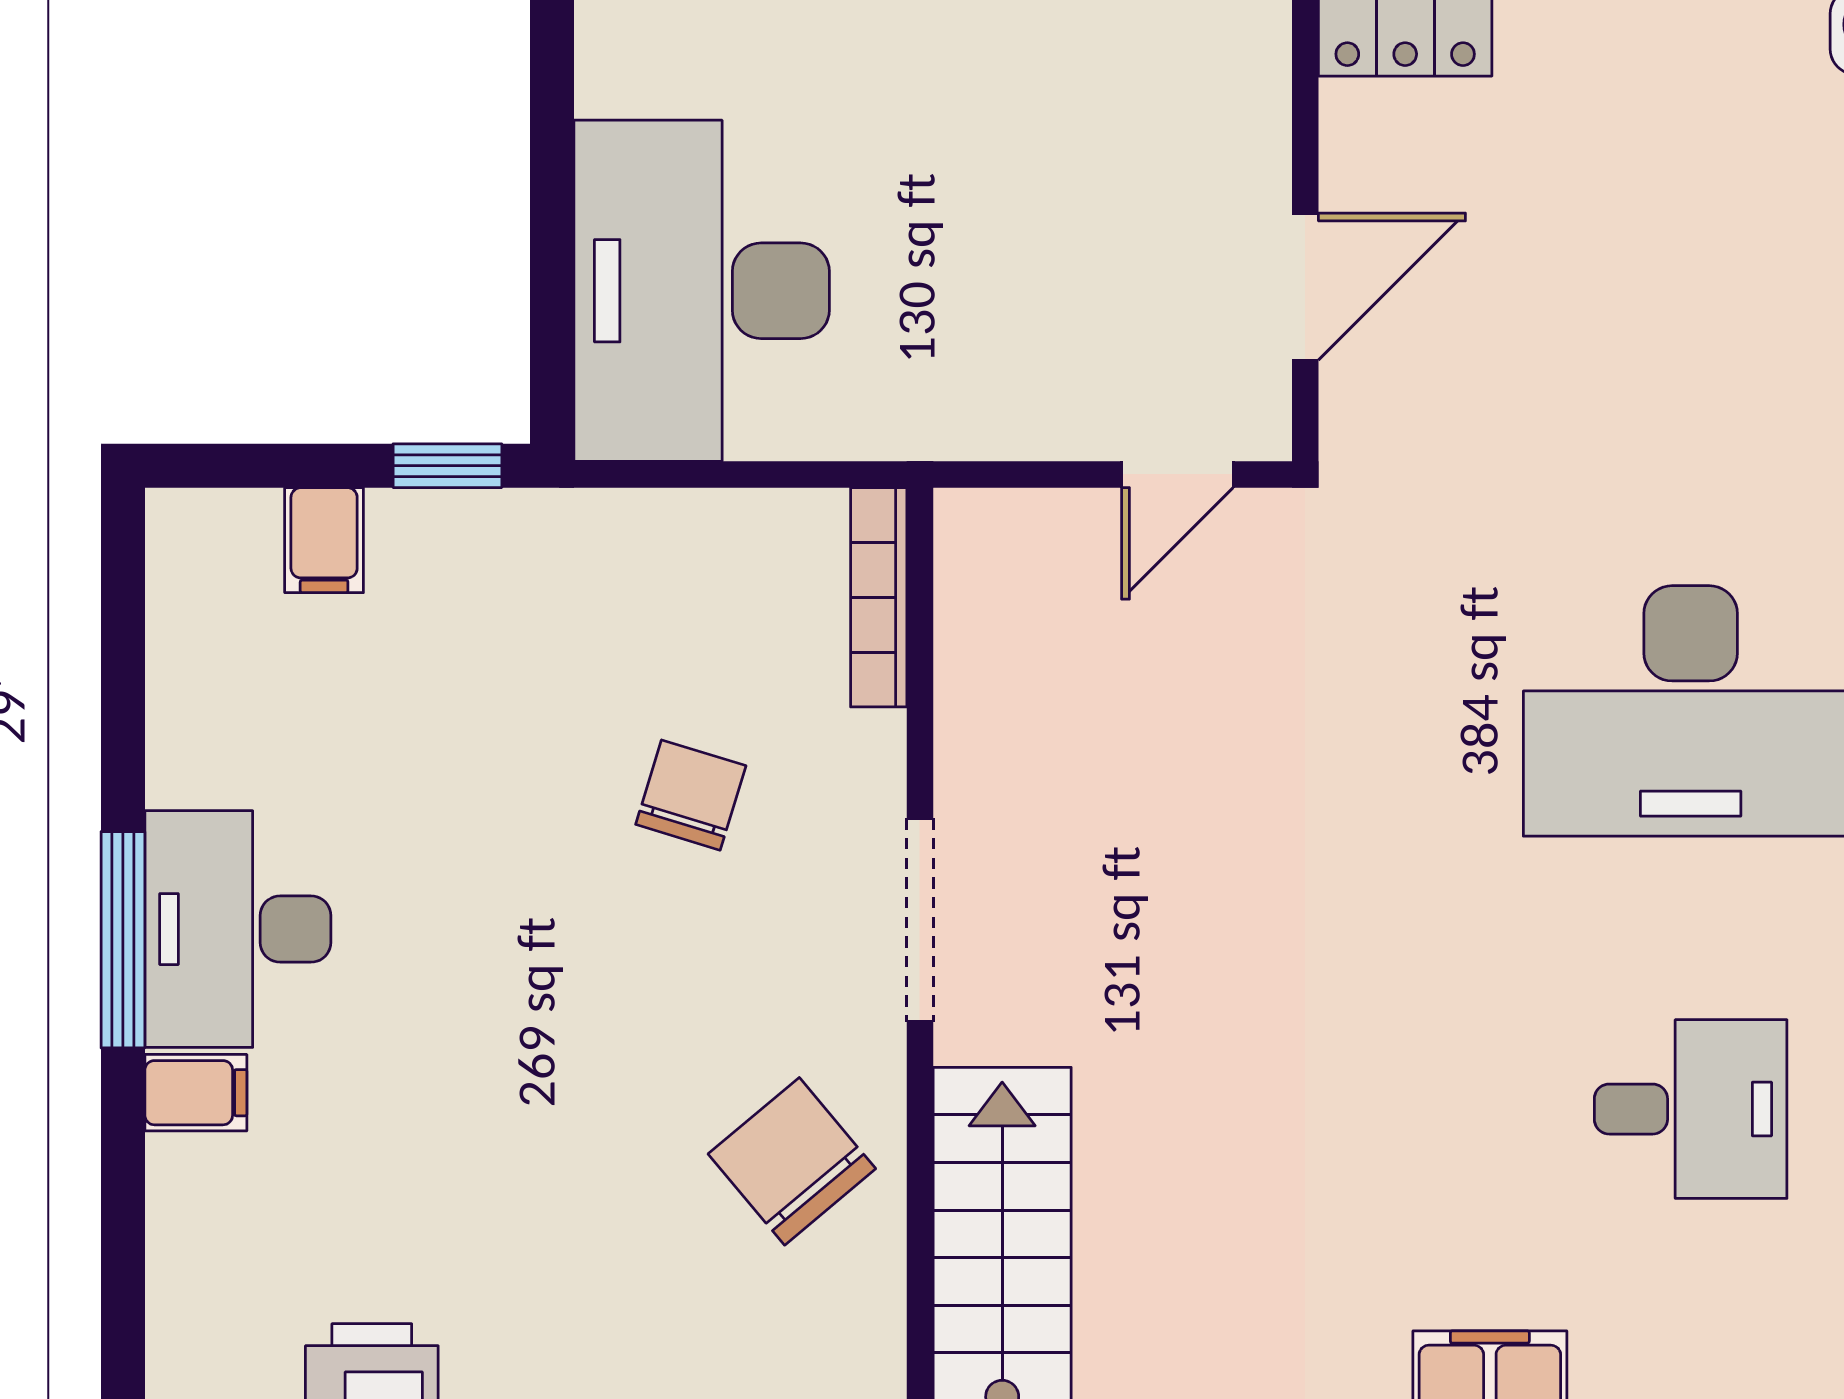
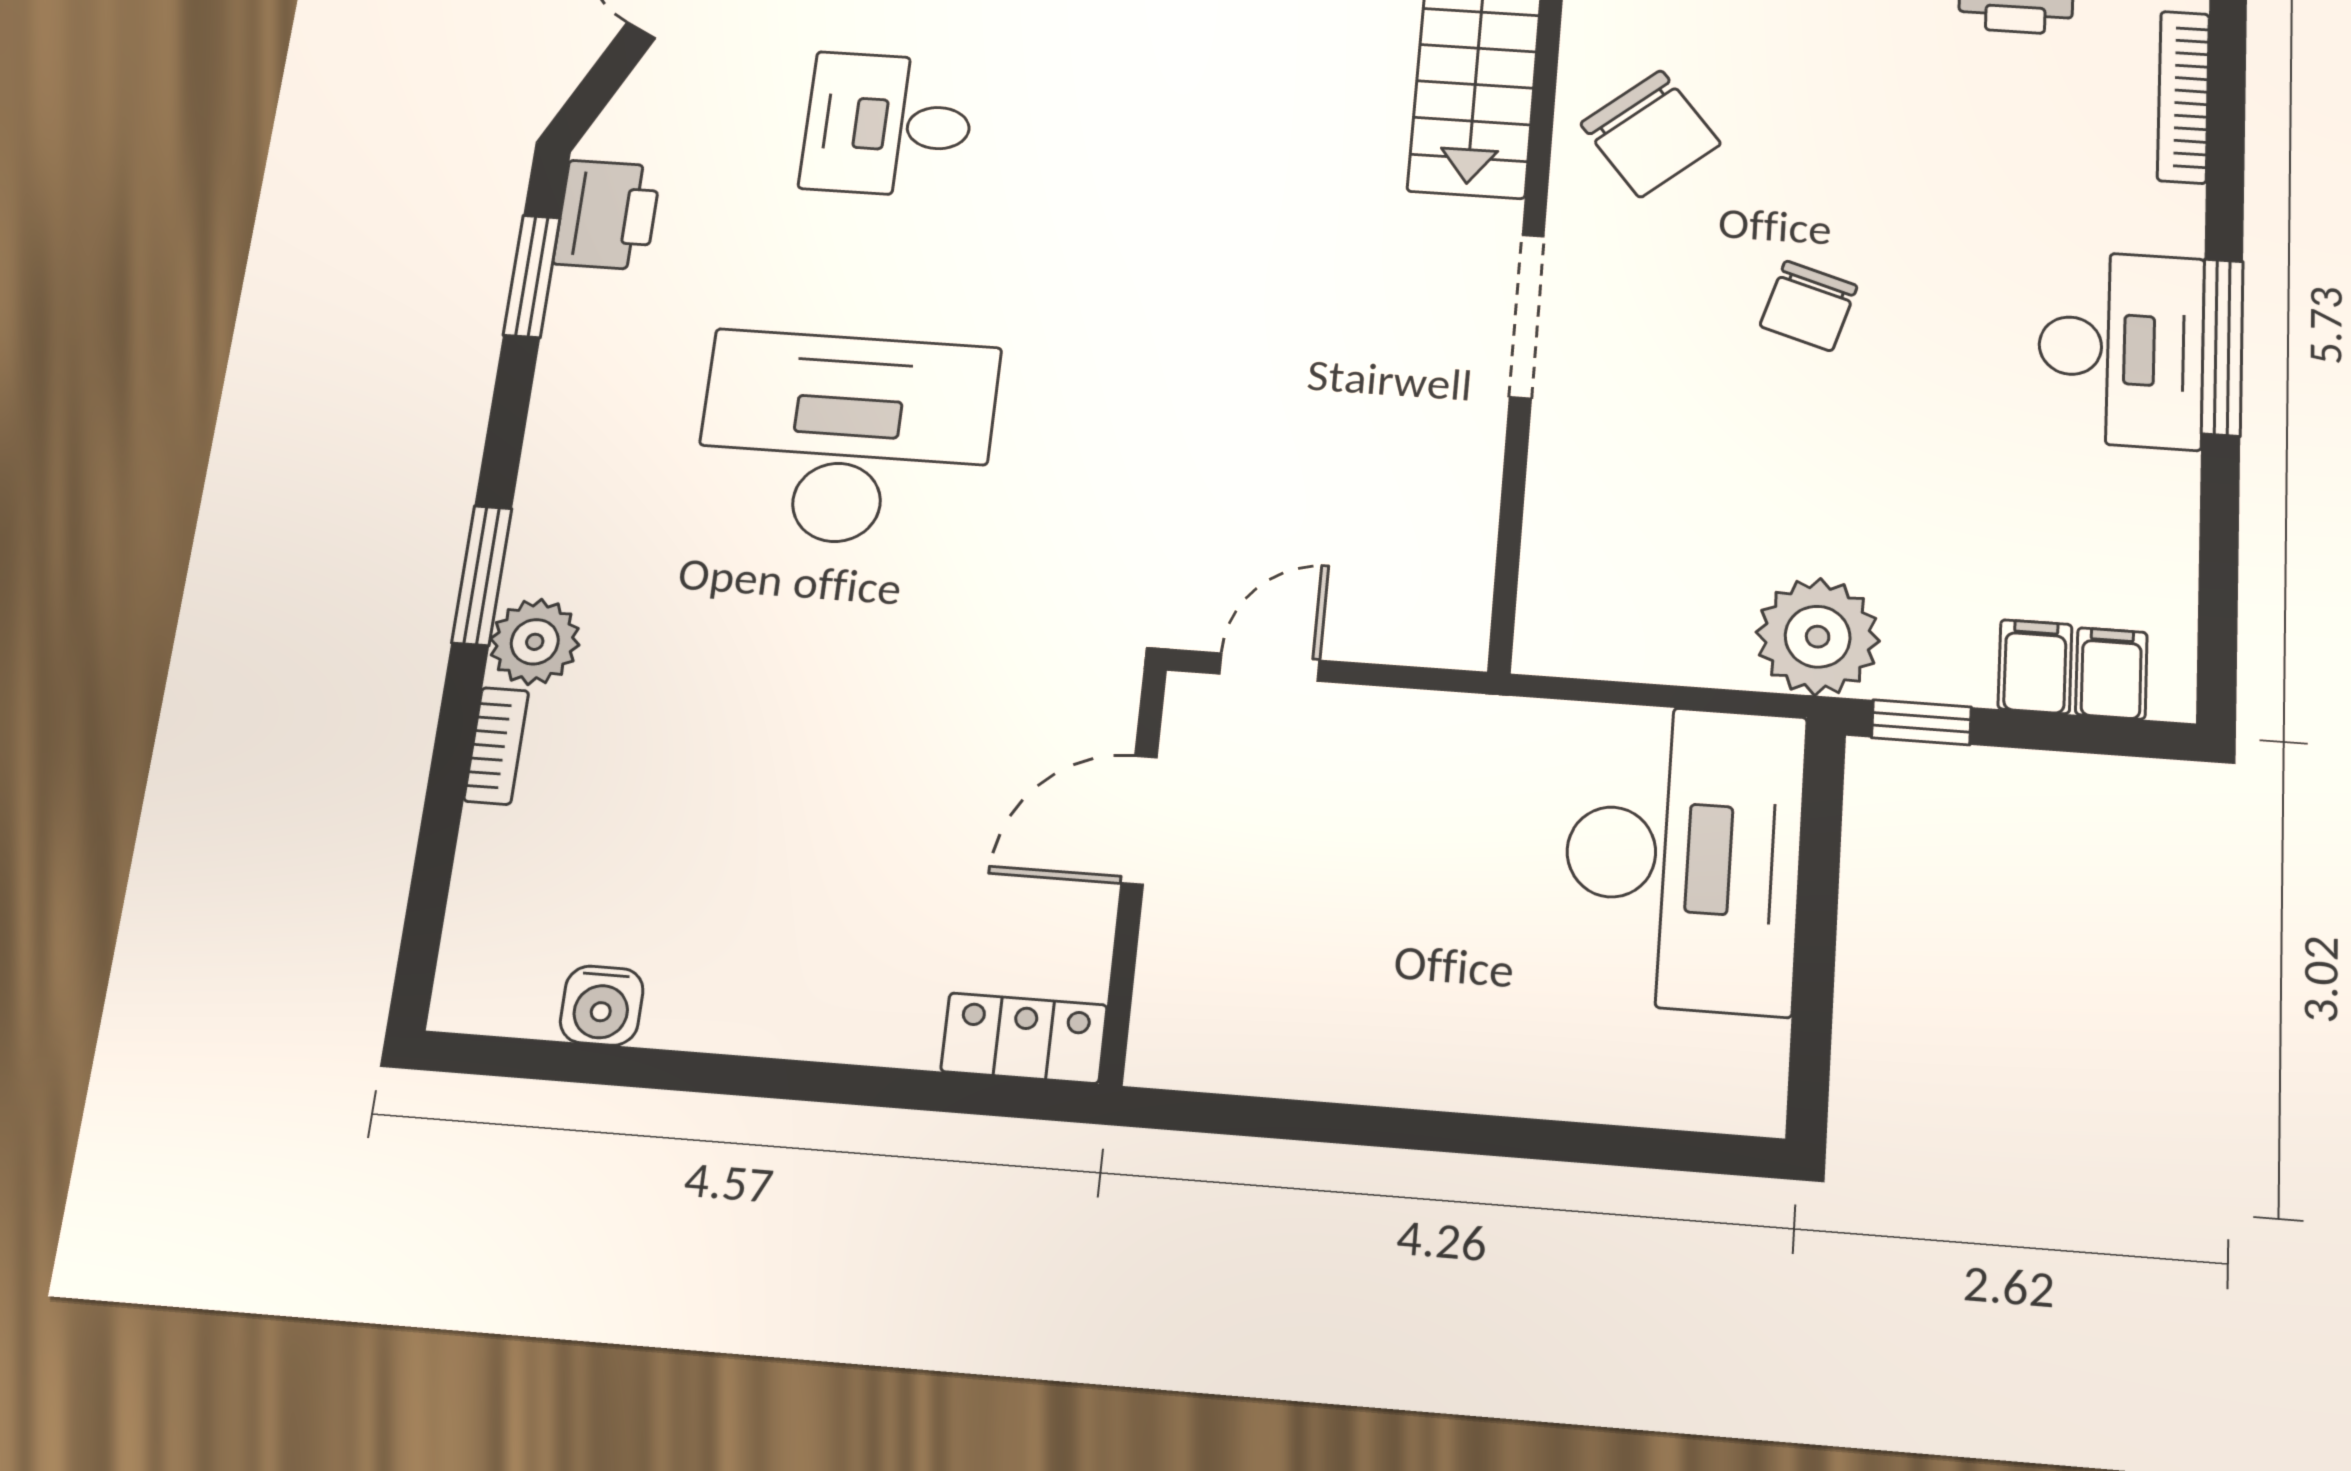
plant: (567, 557) -> (1818, 637), added
bookcase: (879, 597) -> (2183, 97), moved, turned 180
chair: (691, 795) -> (1808, 306), moved
filing cabinet: (196, 1093) -> (2111, 673), moved, turned 90

